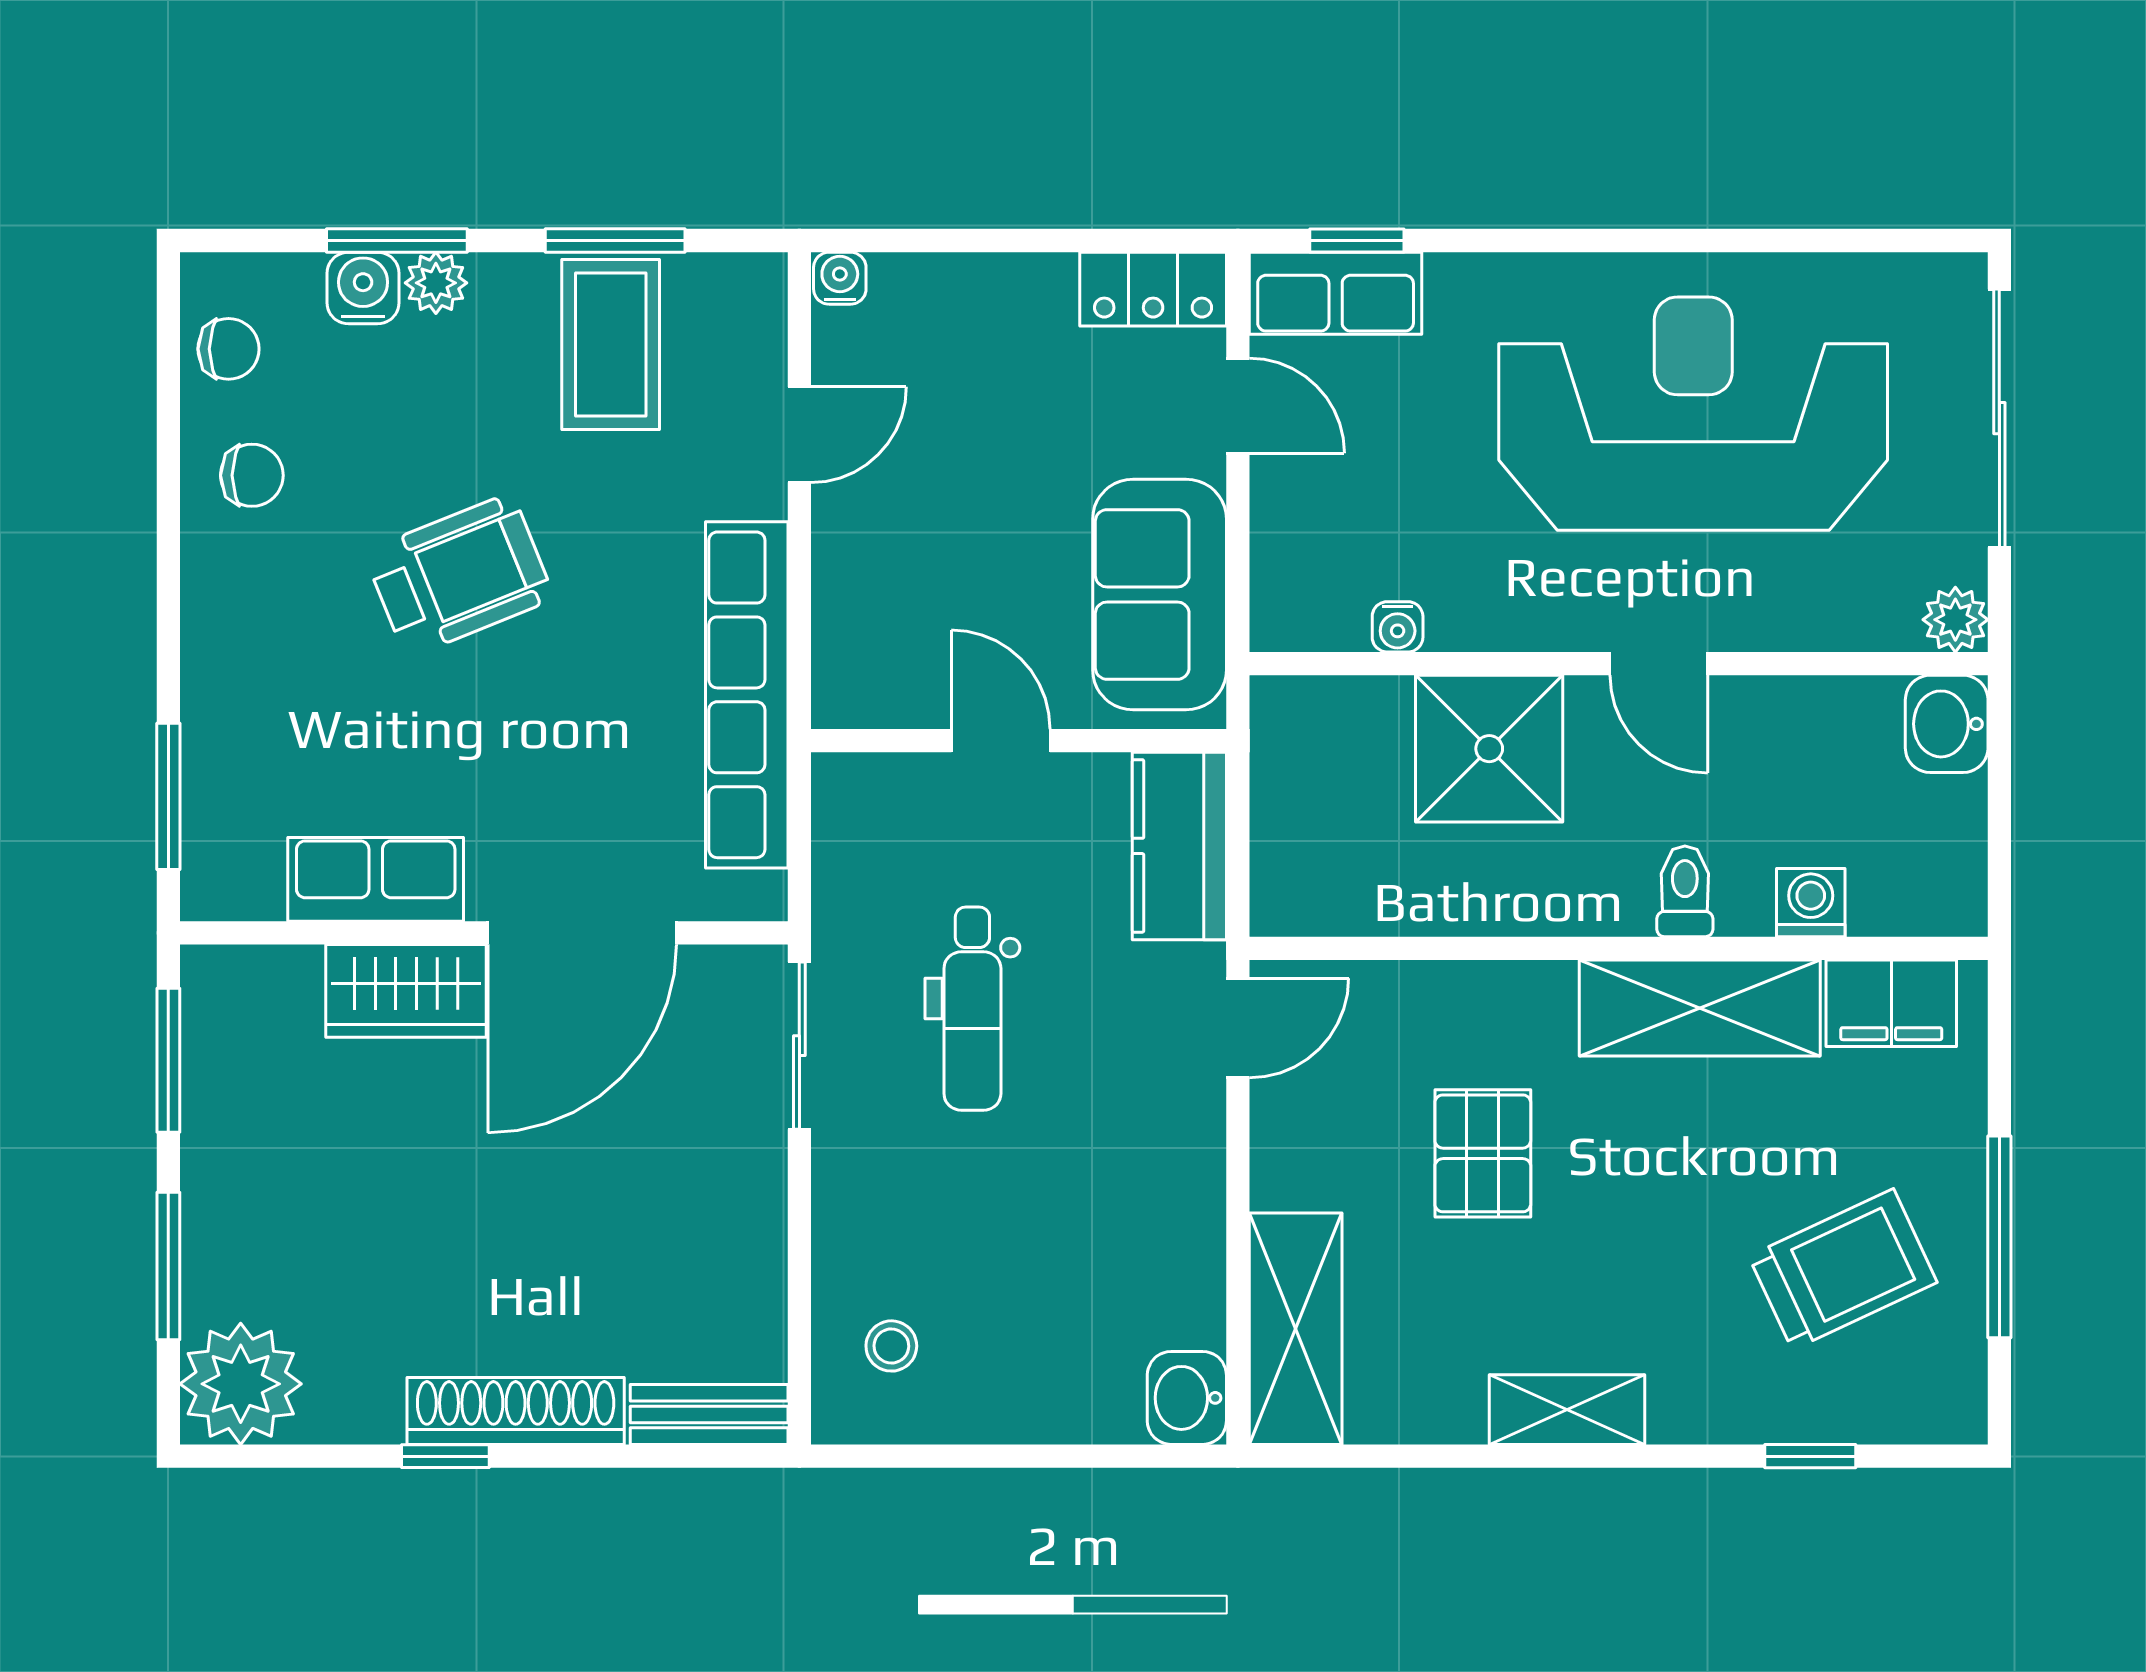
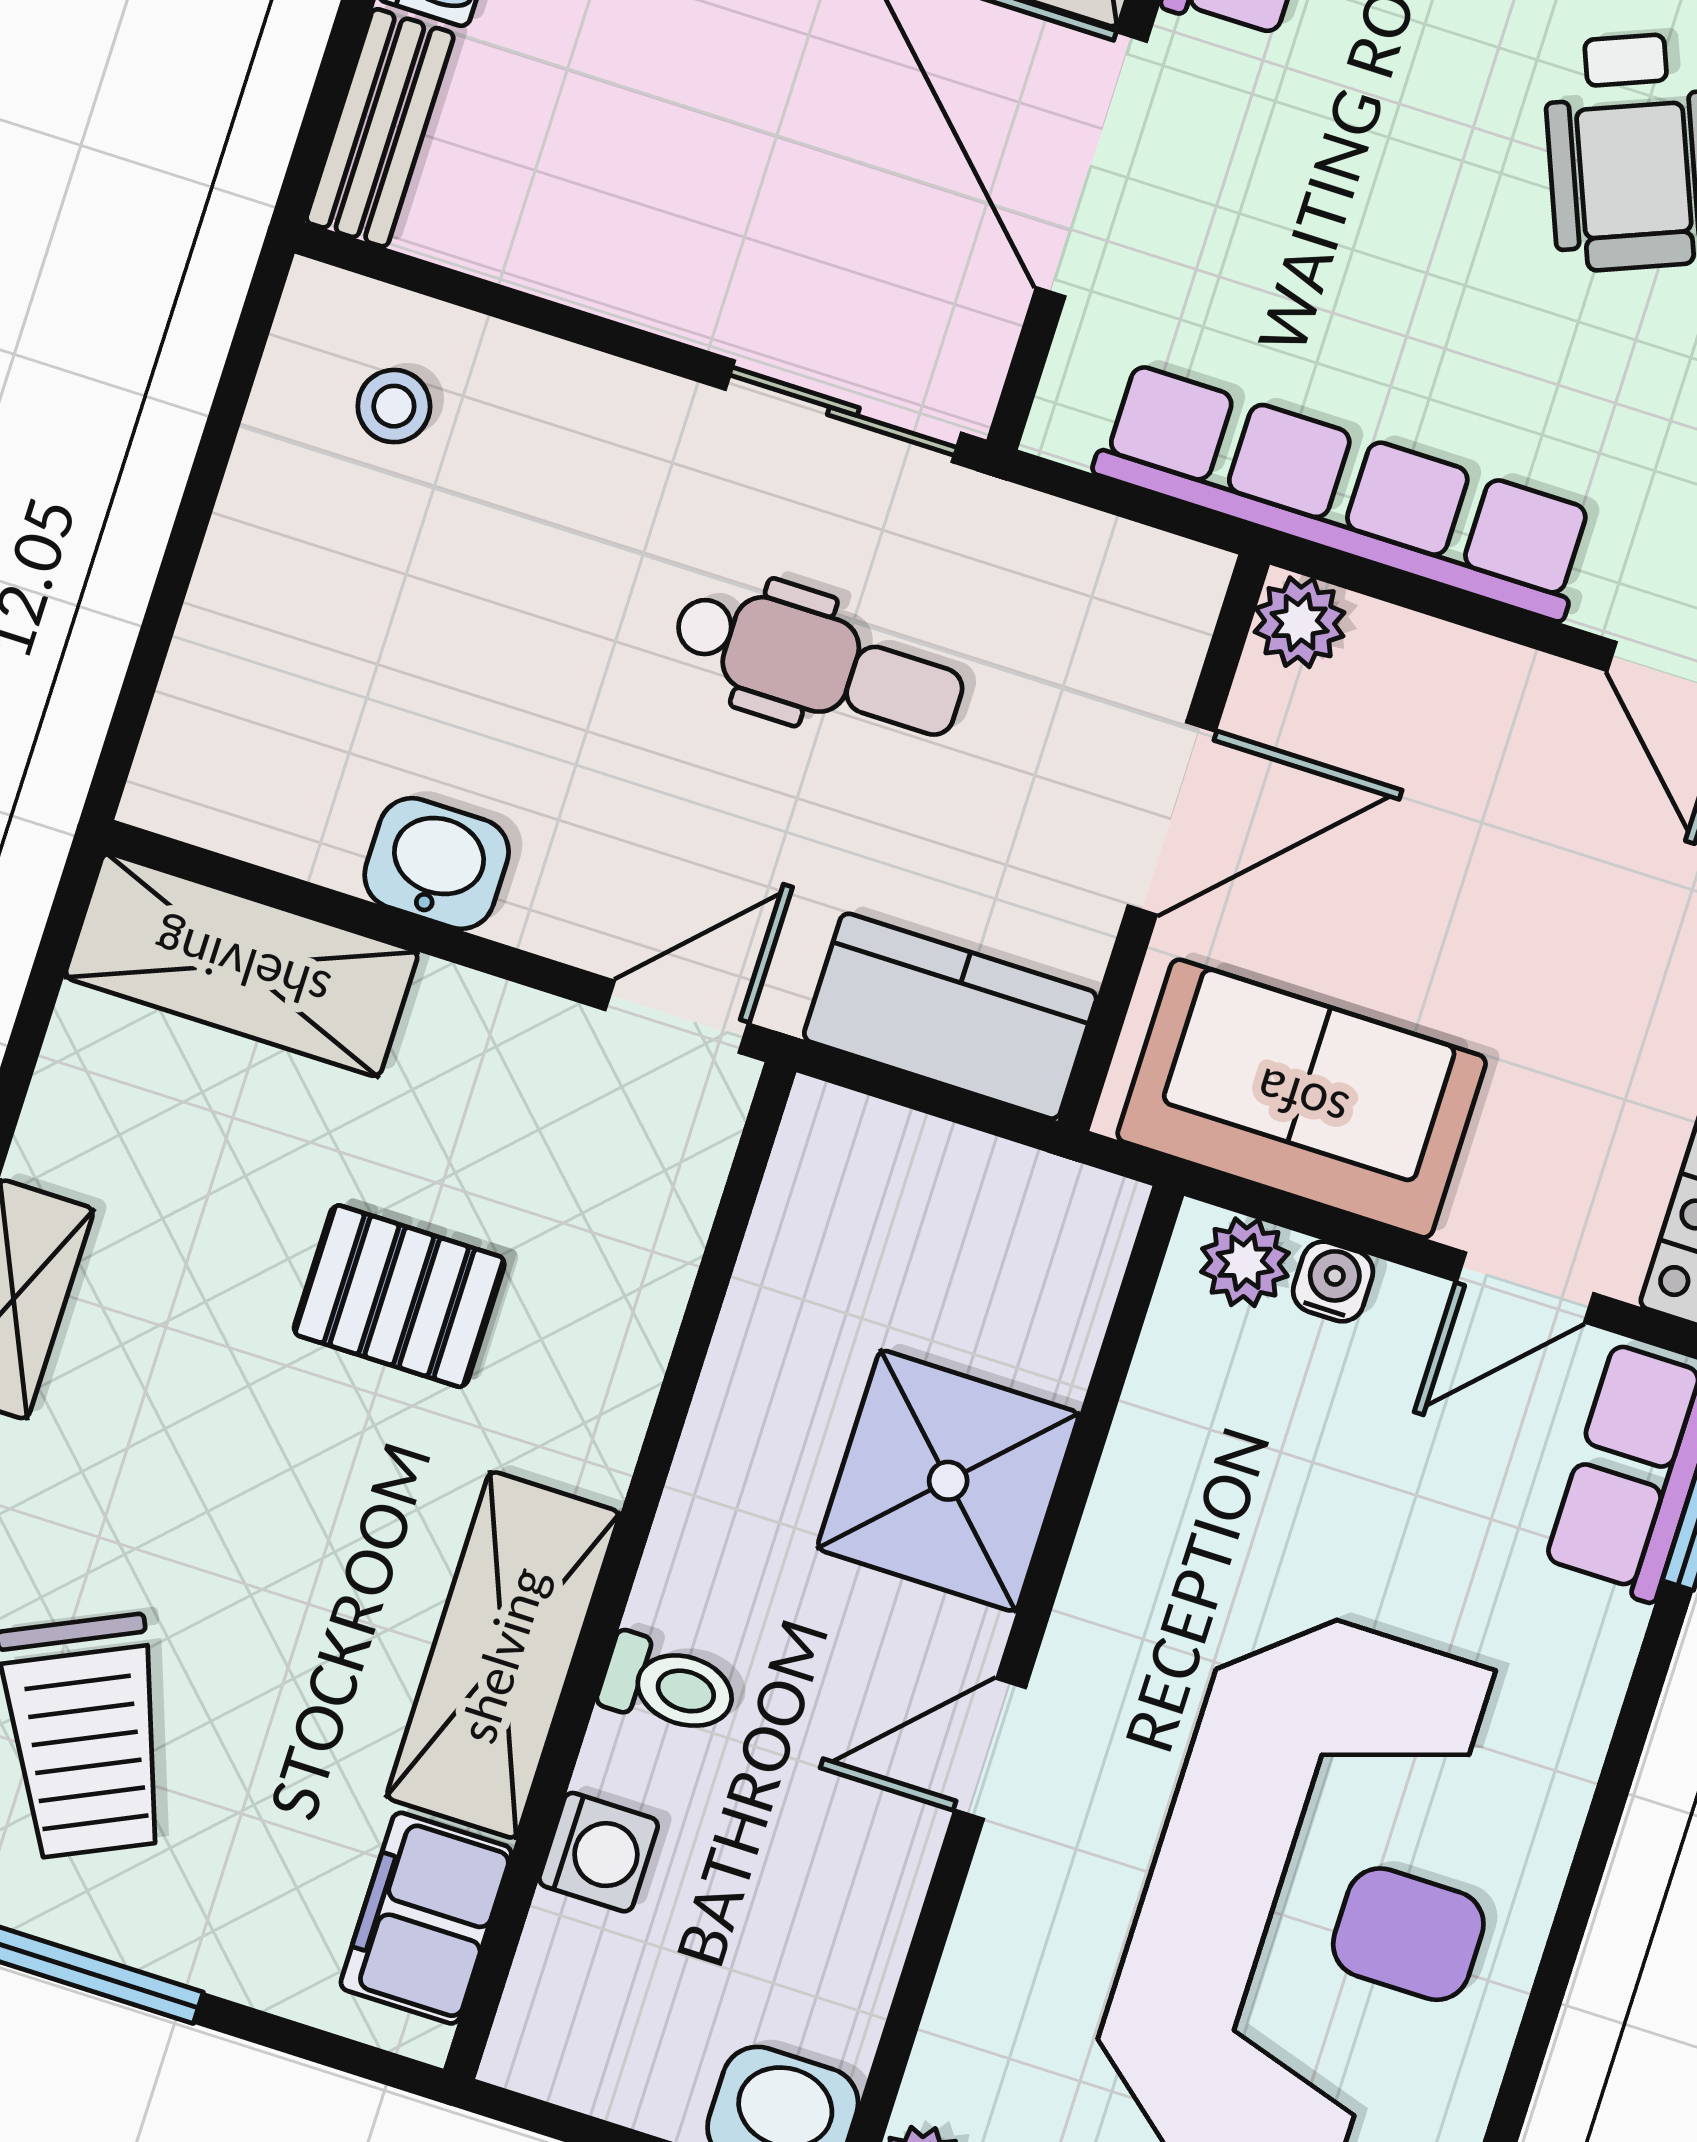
plant: (1281, 597) -> (1245, 1262), added
water cooler: (1398, 627) -> (1333, 1281), moved, turned 90
plant: (843, 697) -> (1300, 622), added
door: (1001, 741) -> (1172, 819), width x1.38
dental chair: (972, 1009) -> (818, 663), turned 180
door: (1238, 1028) -> (677, 1017), swing flipped
washbasin: (1187, 1398) -> (437, 864), moved

